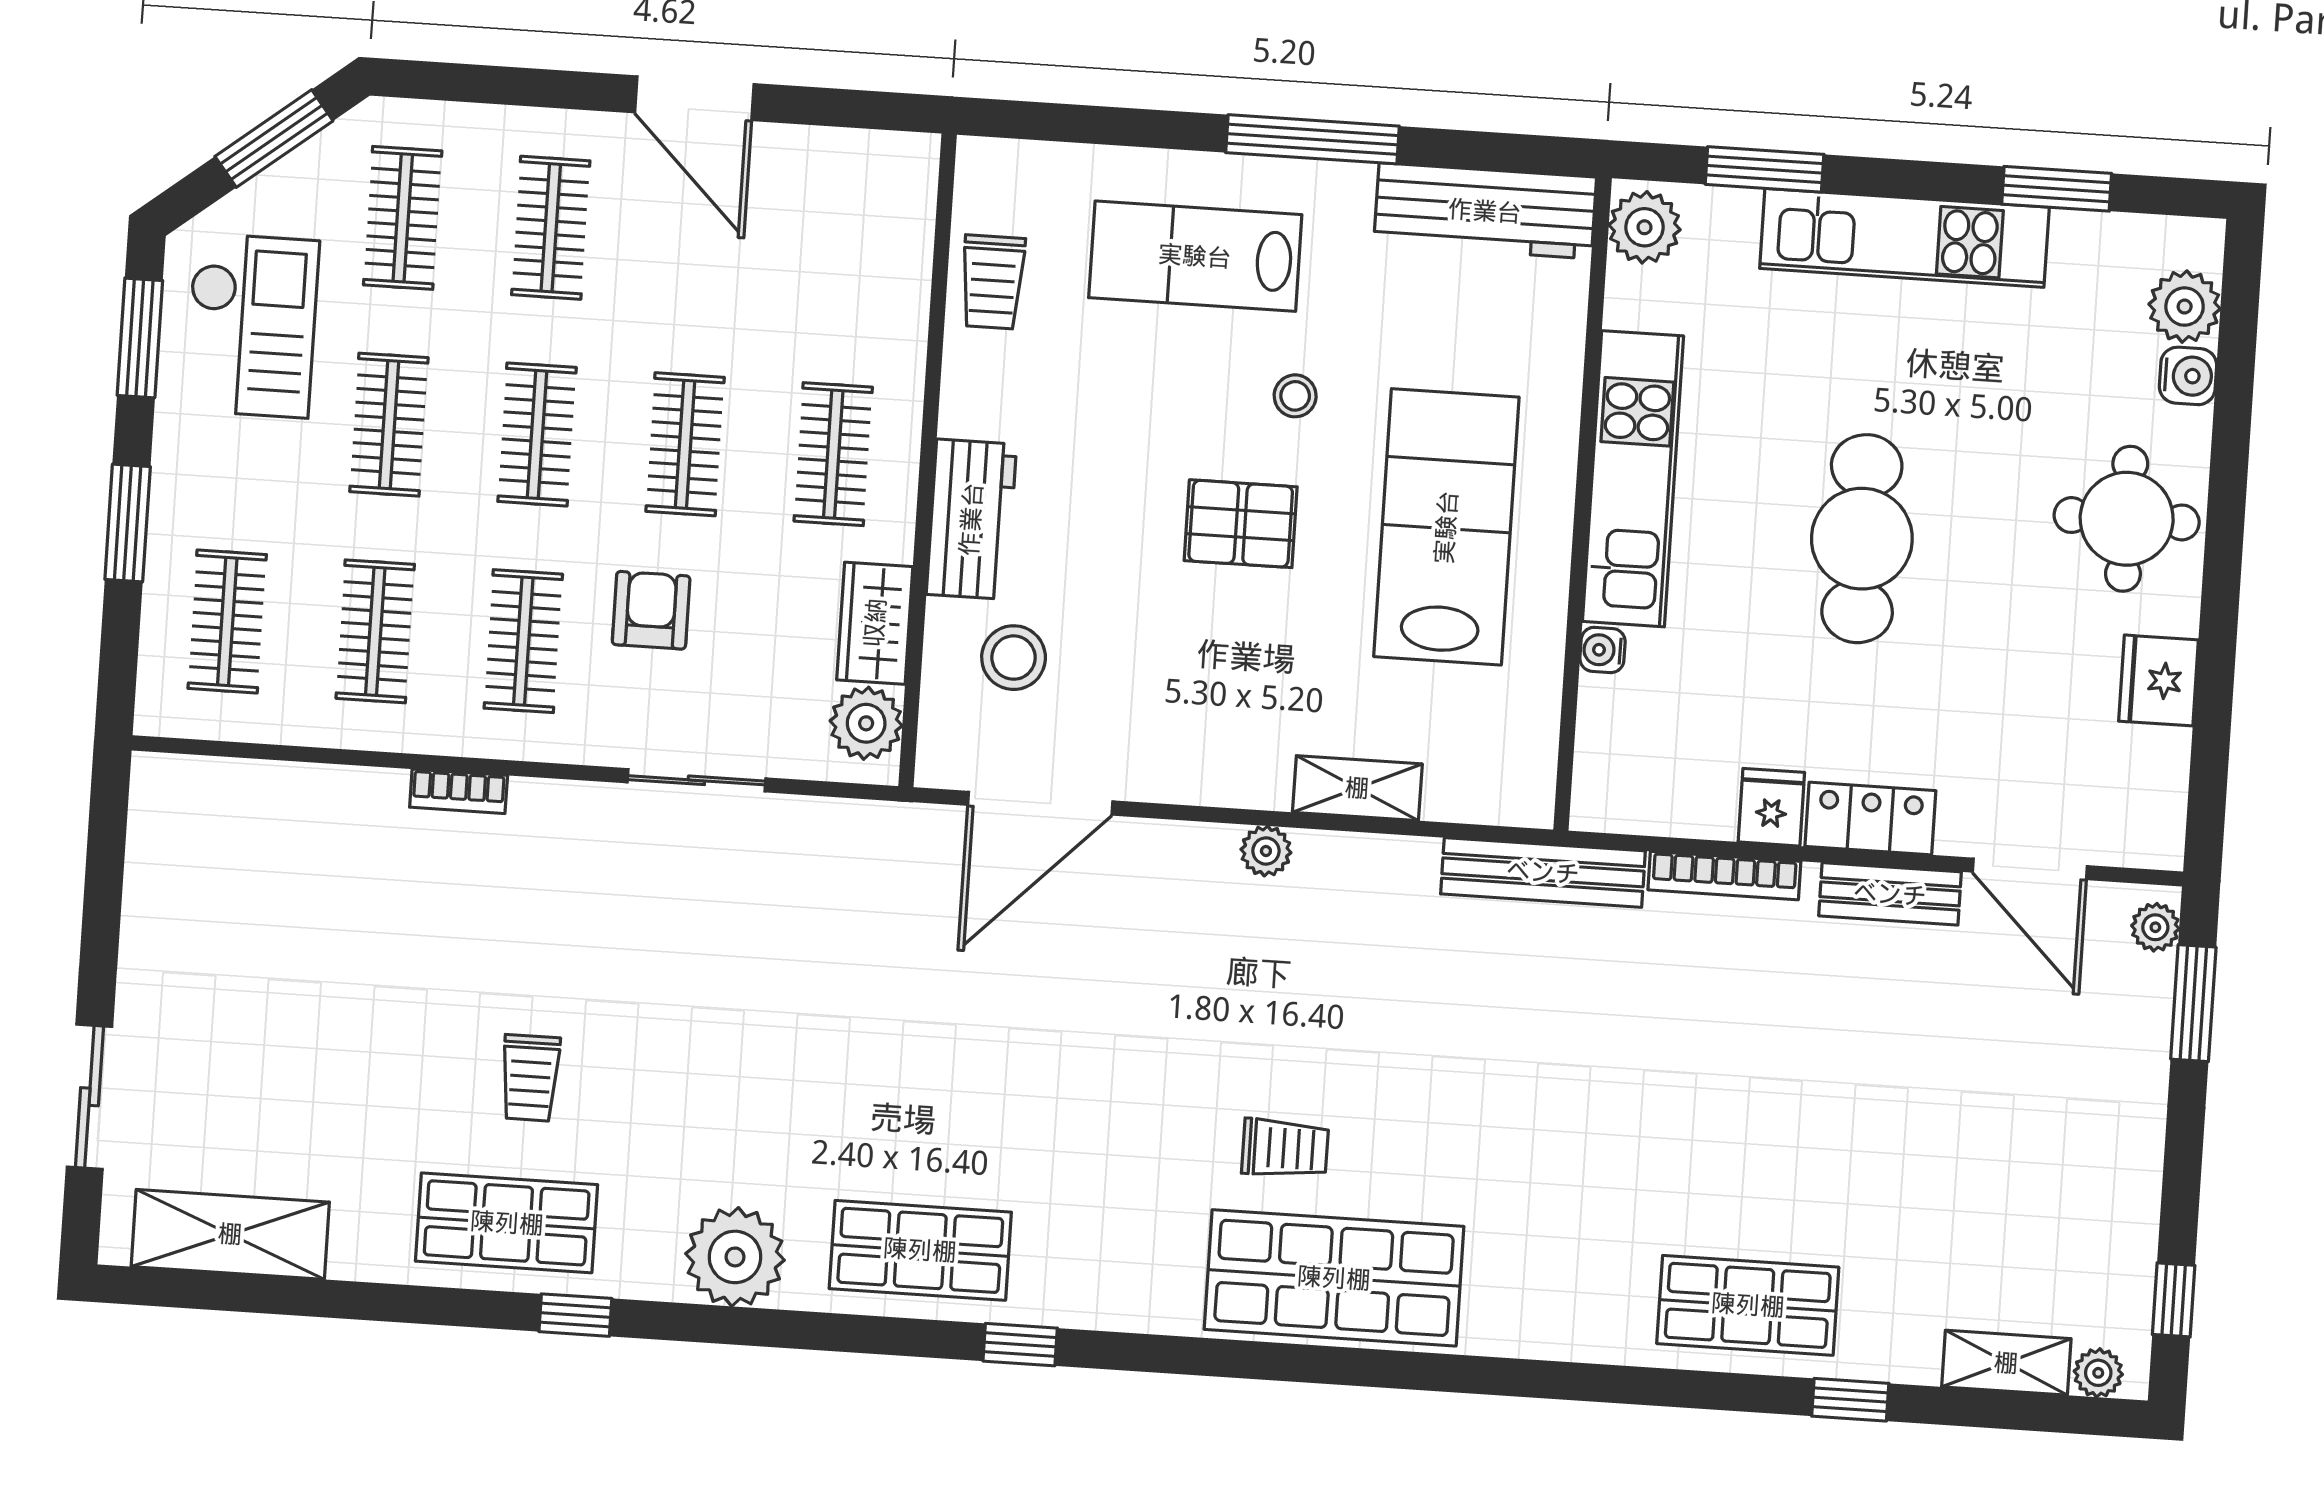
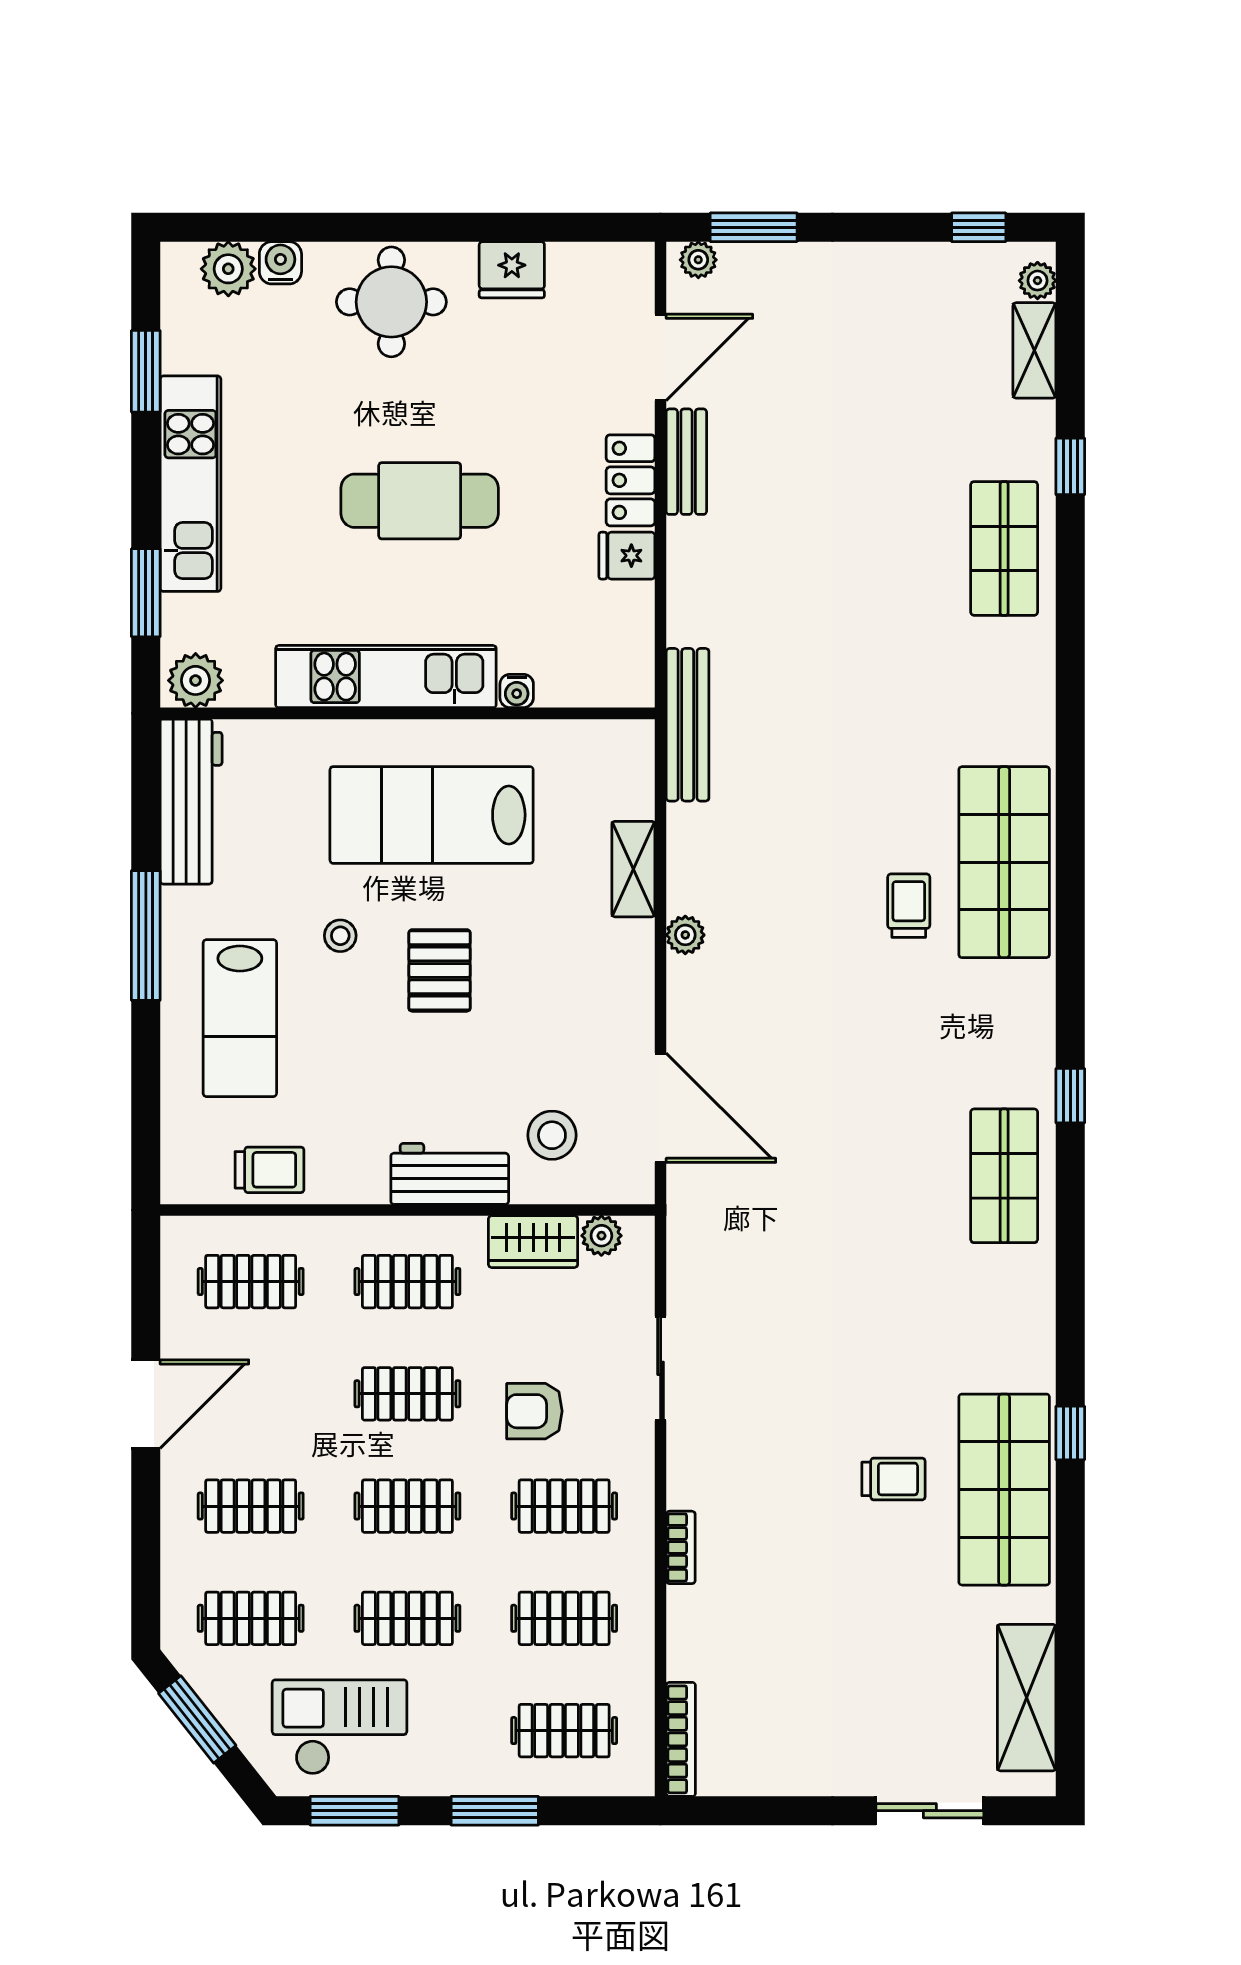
clothes rail: (847, 247) -> (251, 1282), added
plant: (866, 723) -> (601, 1236), width x0.73, depth x0.73
bookcase: (1724, 876) -> (681, 1739), moved
shop shelf: (507, 1223) -> (1004, 1490), width x1.43, depth x1.36
plant: (735, 1257) -> (1018, 1315), removed

